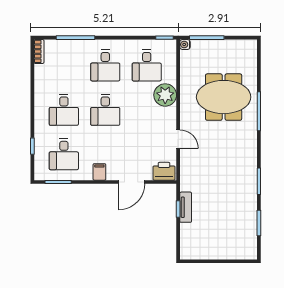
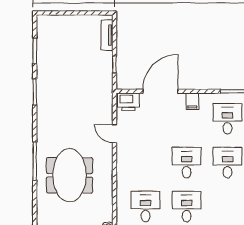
plant: (165, 95) -> (127, 177), removed
meeting table: (224, 97) -> (70, 175), turned 90
door: (132, 182) -> (160, 91), width x1.36
tv unit: (186, 207) -> (107, 35), moved

